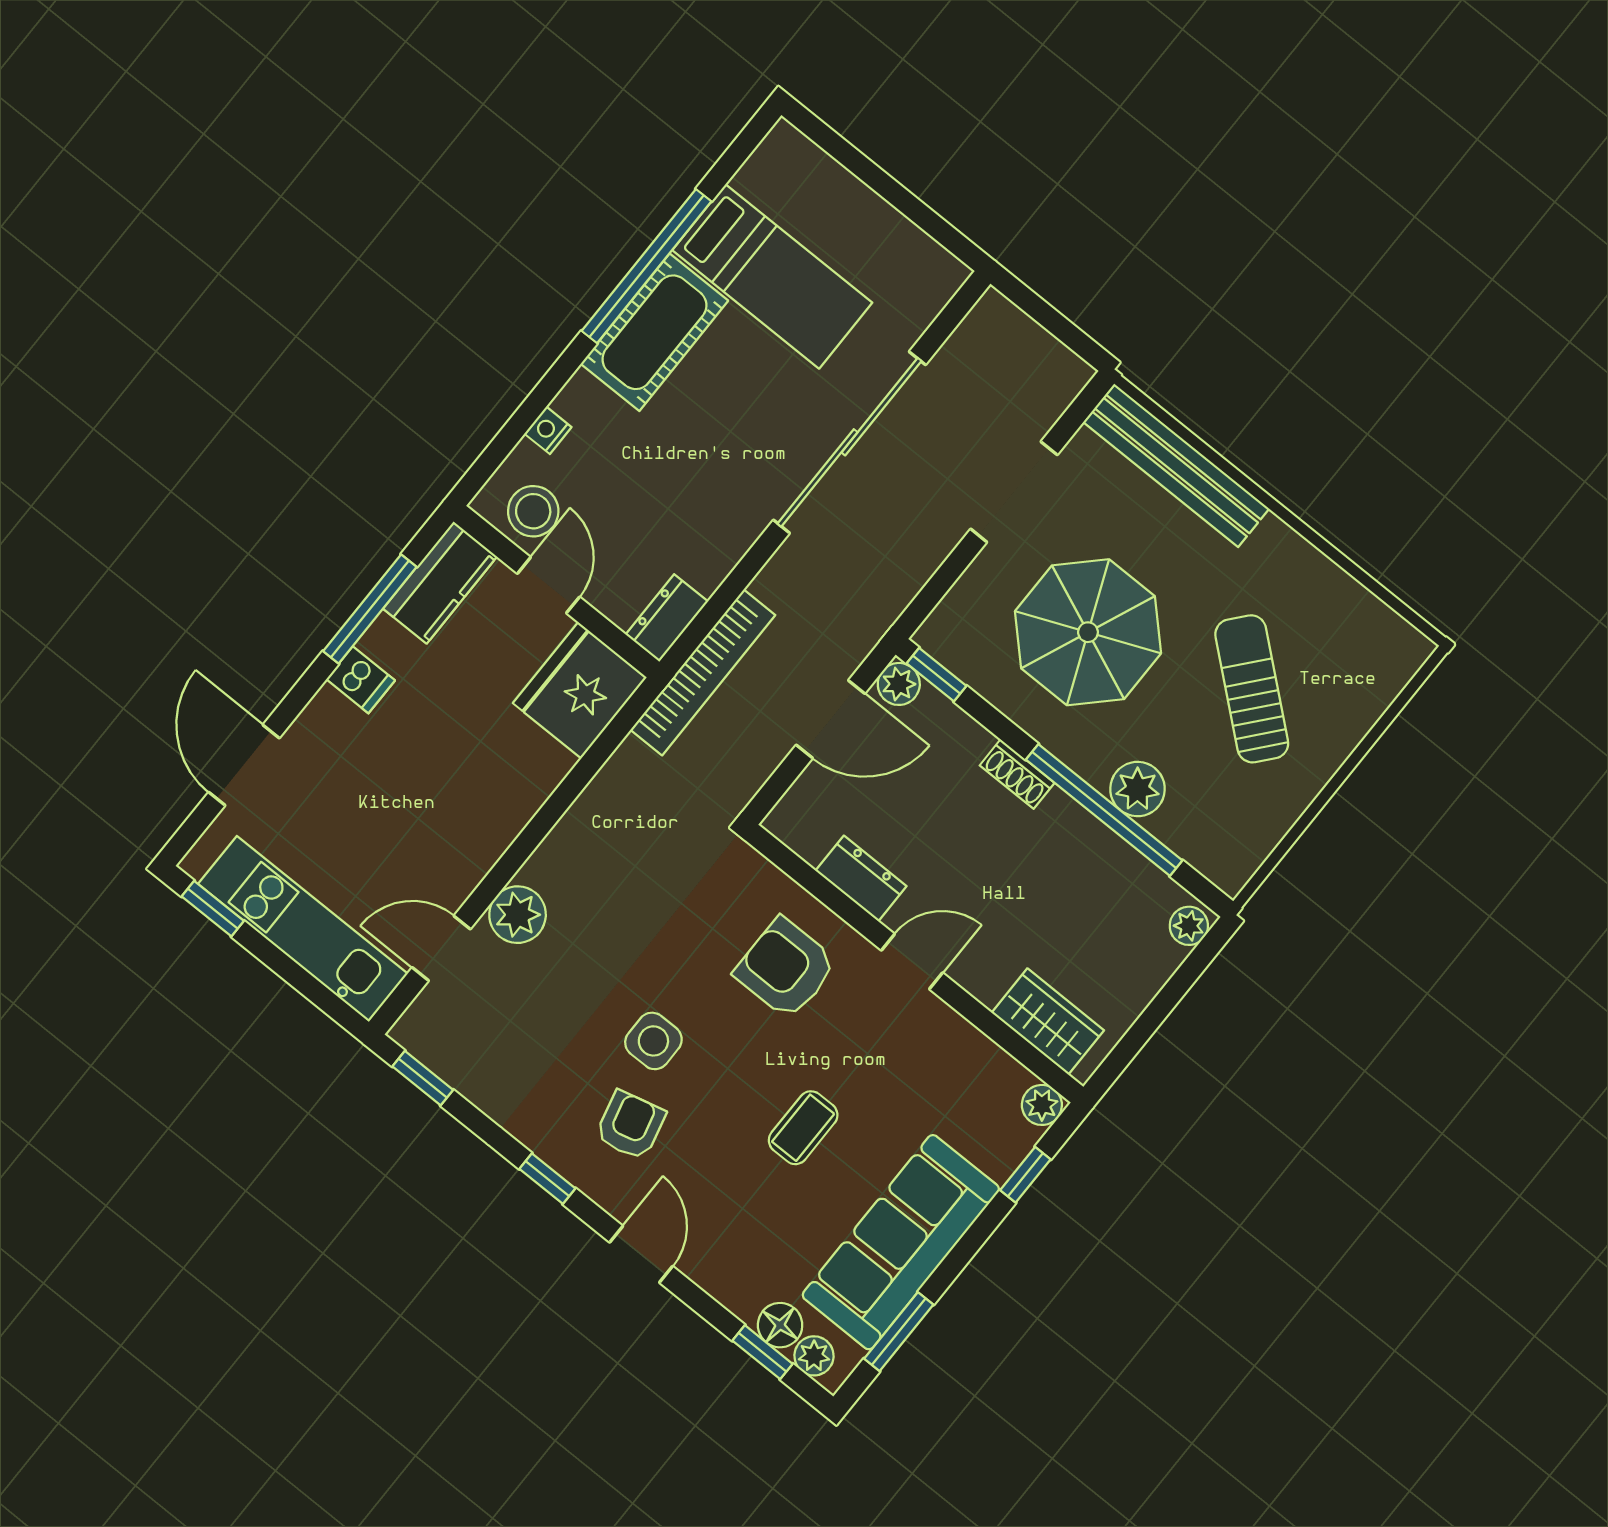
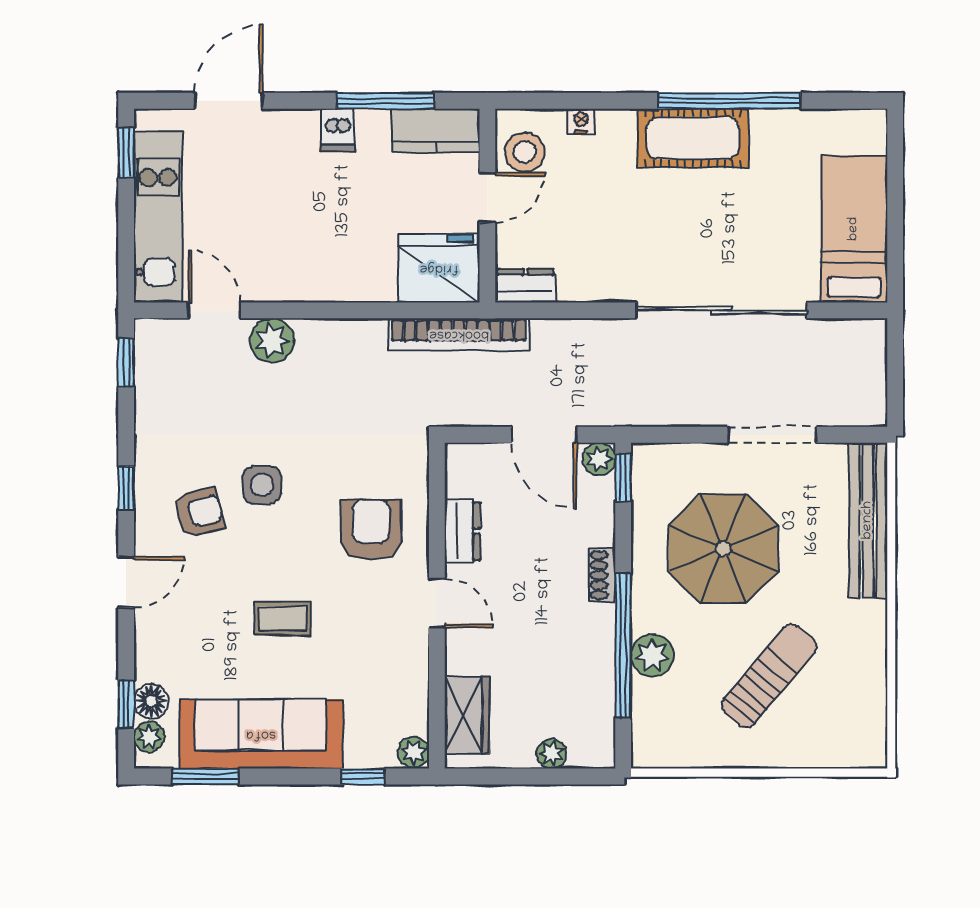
bed: (772, 276) -> (854, 229), moved, turned 180
bookcase: (703, 672) -> (459, 334), moved
plant: (1189, 926) -> (551, 754), moved

